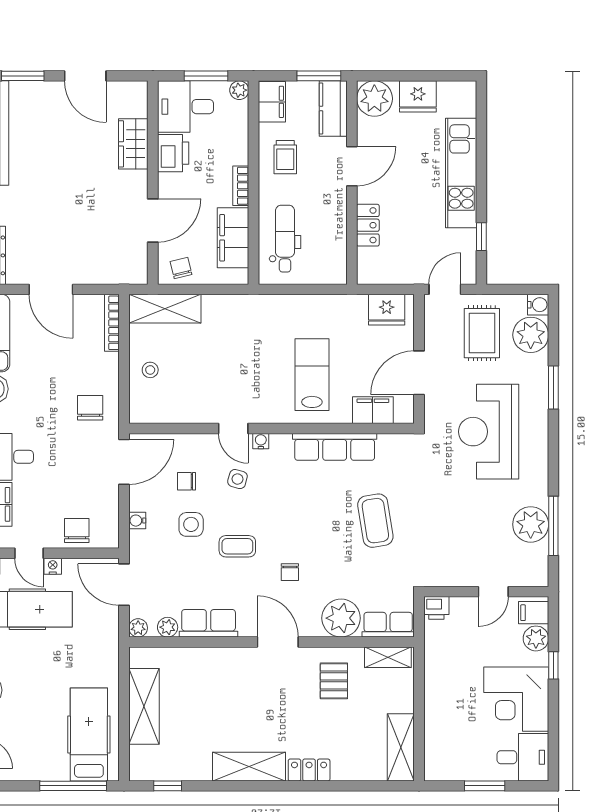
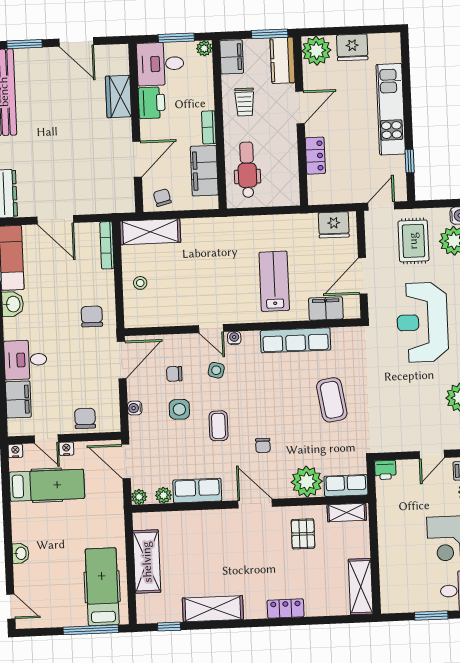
coffee table: (237, 546) -> (218, 426), turned 90
shelving: (249, 767) -> (213, 609), moved

